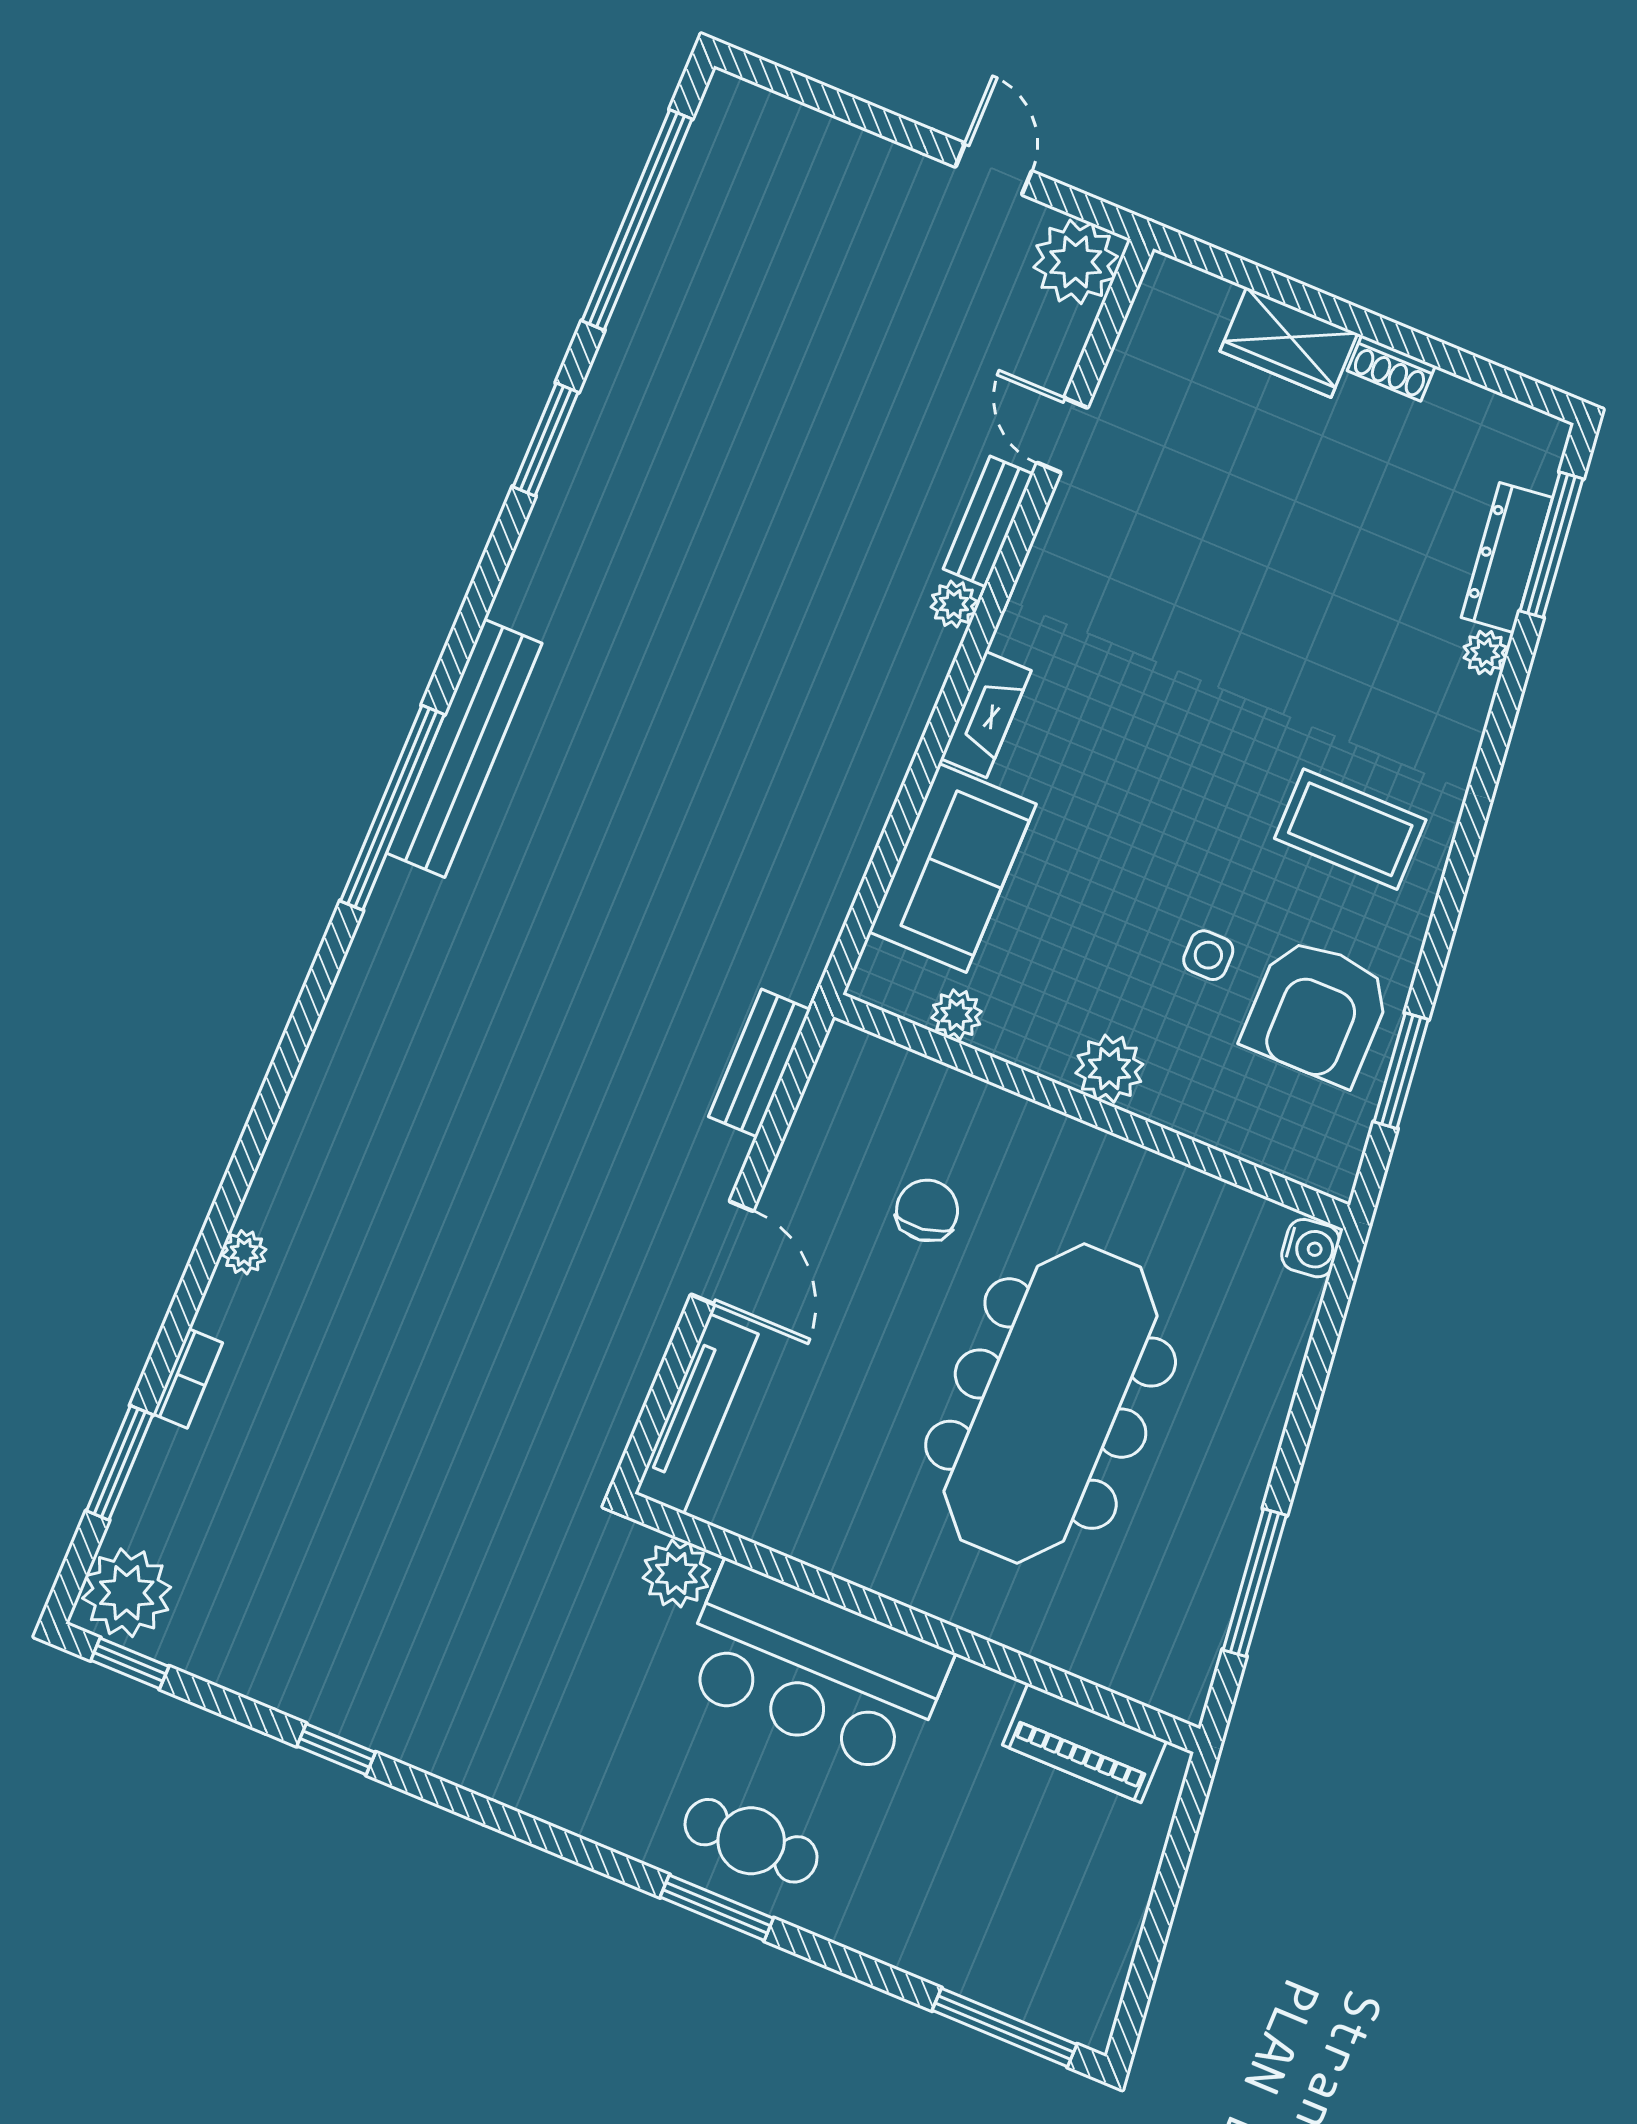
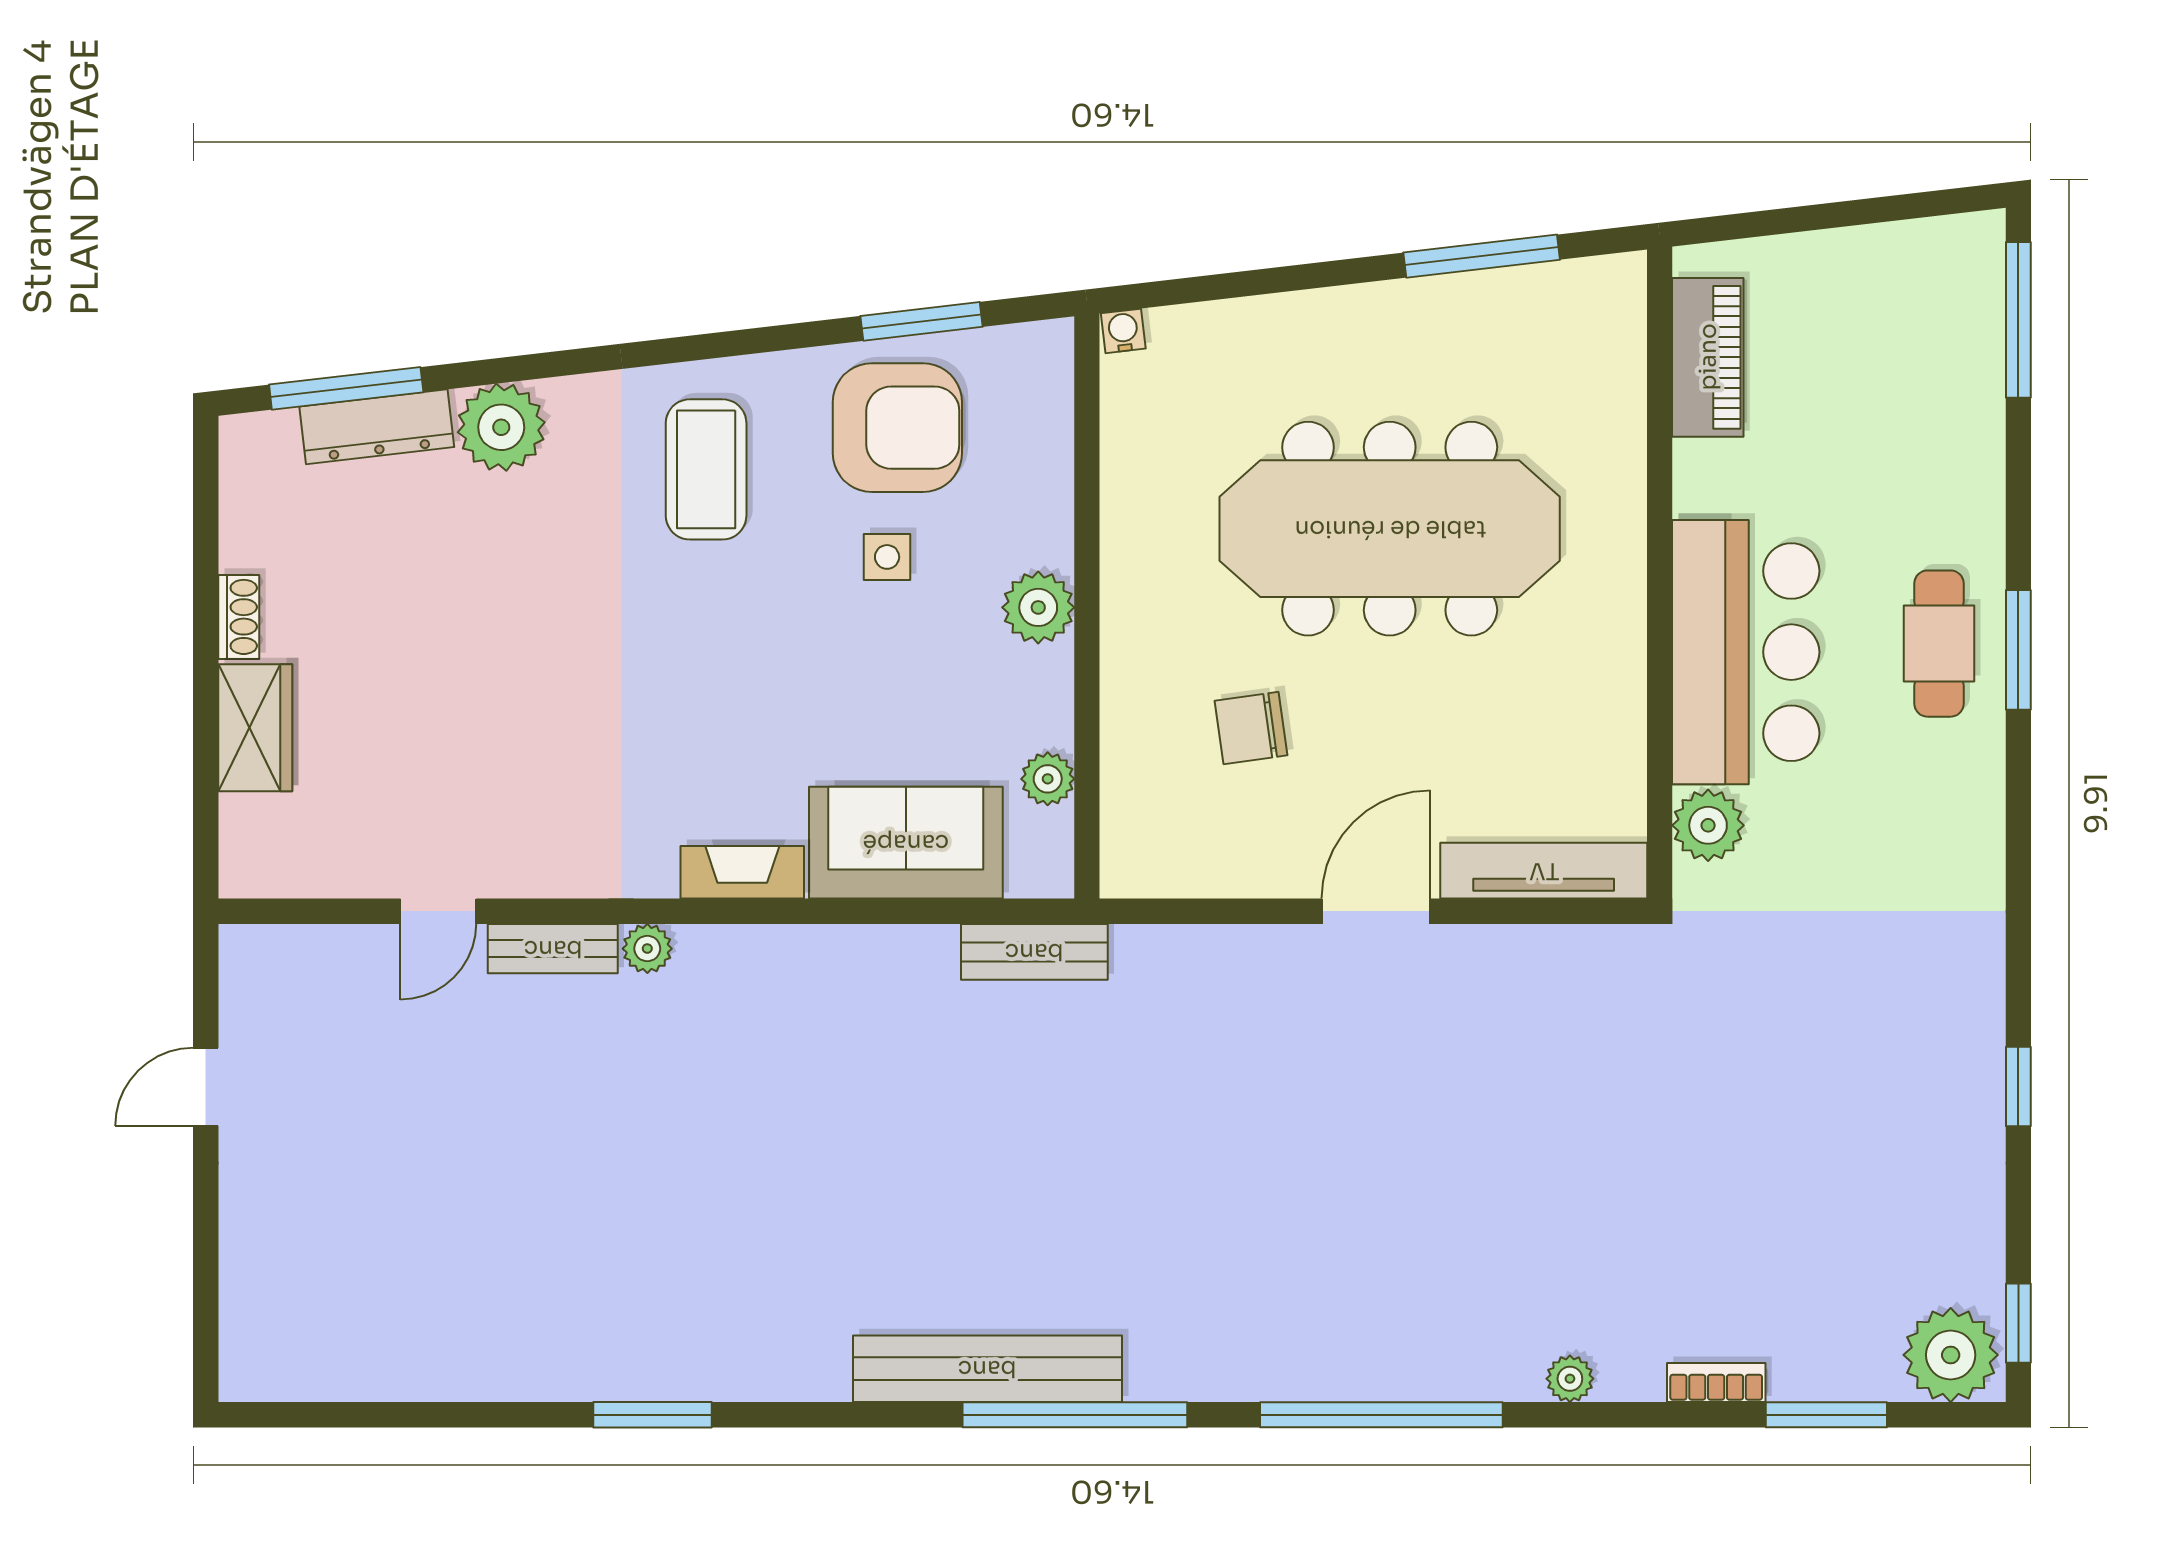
window: (637, 220) -> (1381, 1415), moved
plant: (1076, 262) -> (263, 969), removed
plant: (1485, 653) -> (501, 427), width x1.87, depth x1.87
bench: (759, 1063) -> (1034, 952), moved
water cooler: (1311, 1248) -> (1123, 331), width x0.72, depth x0.72

